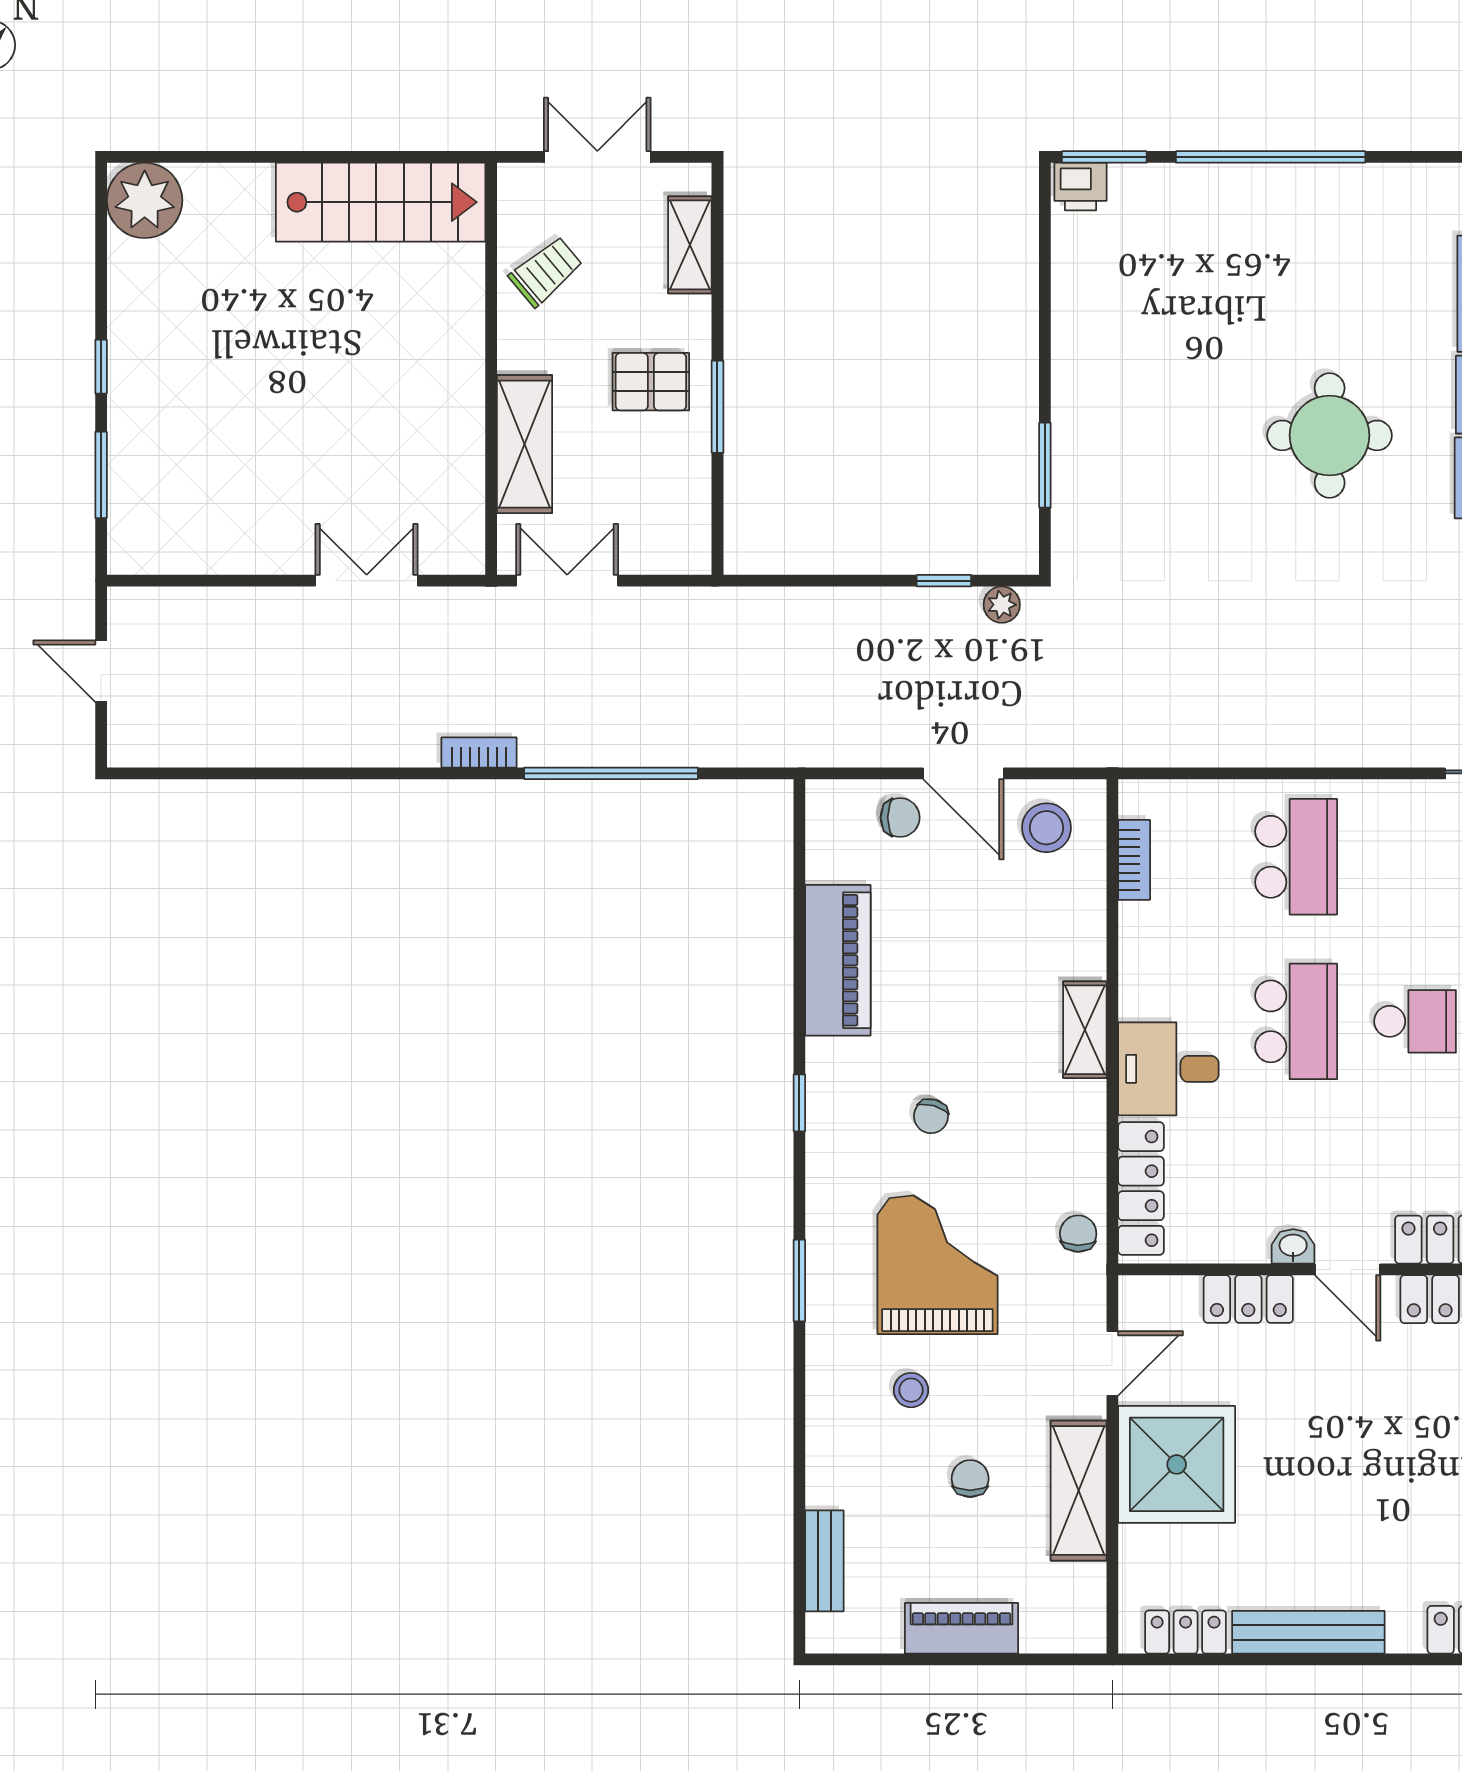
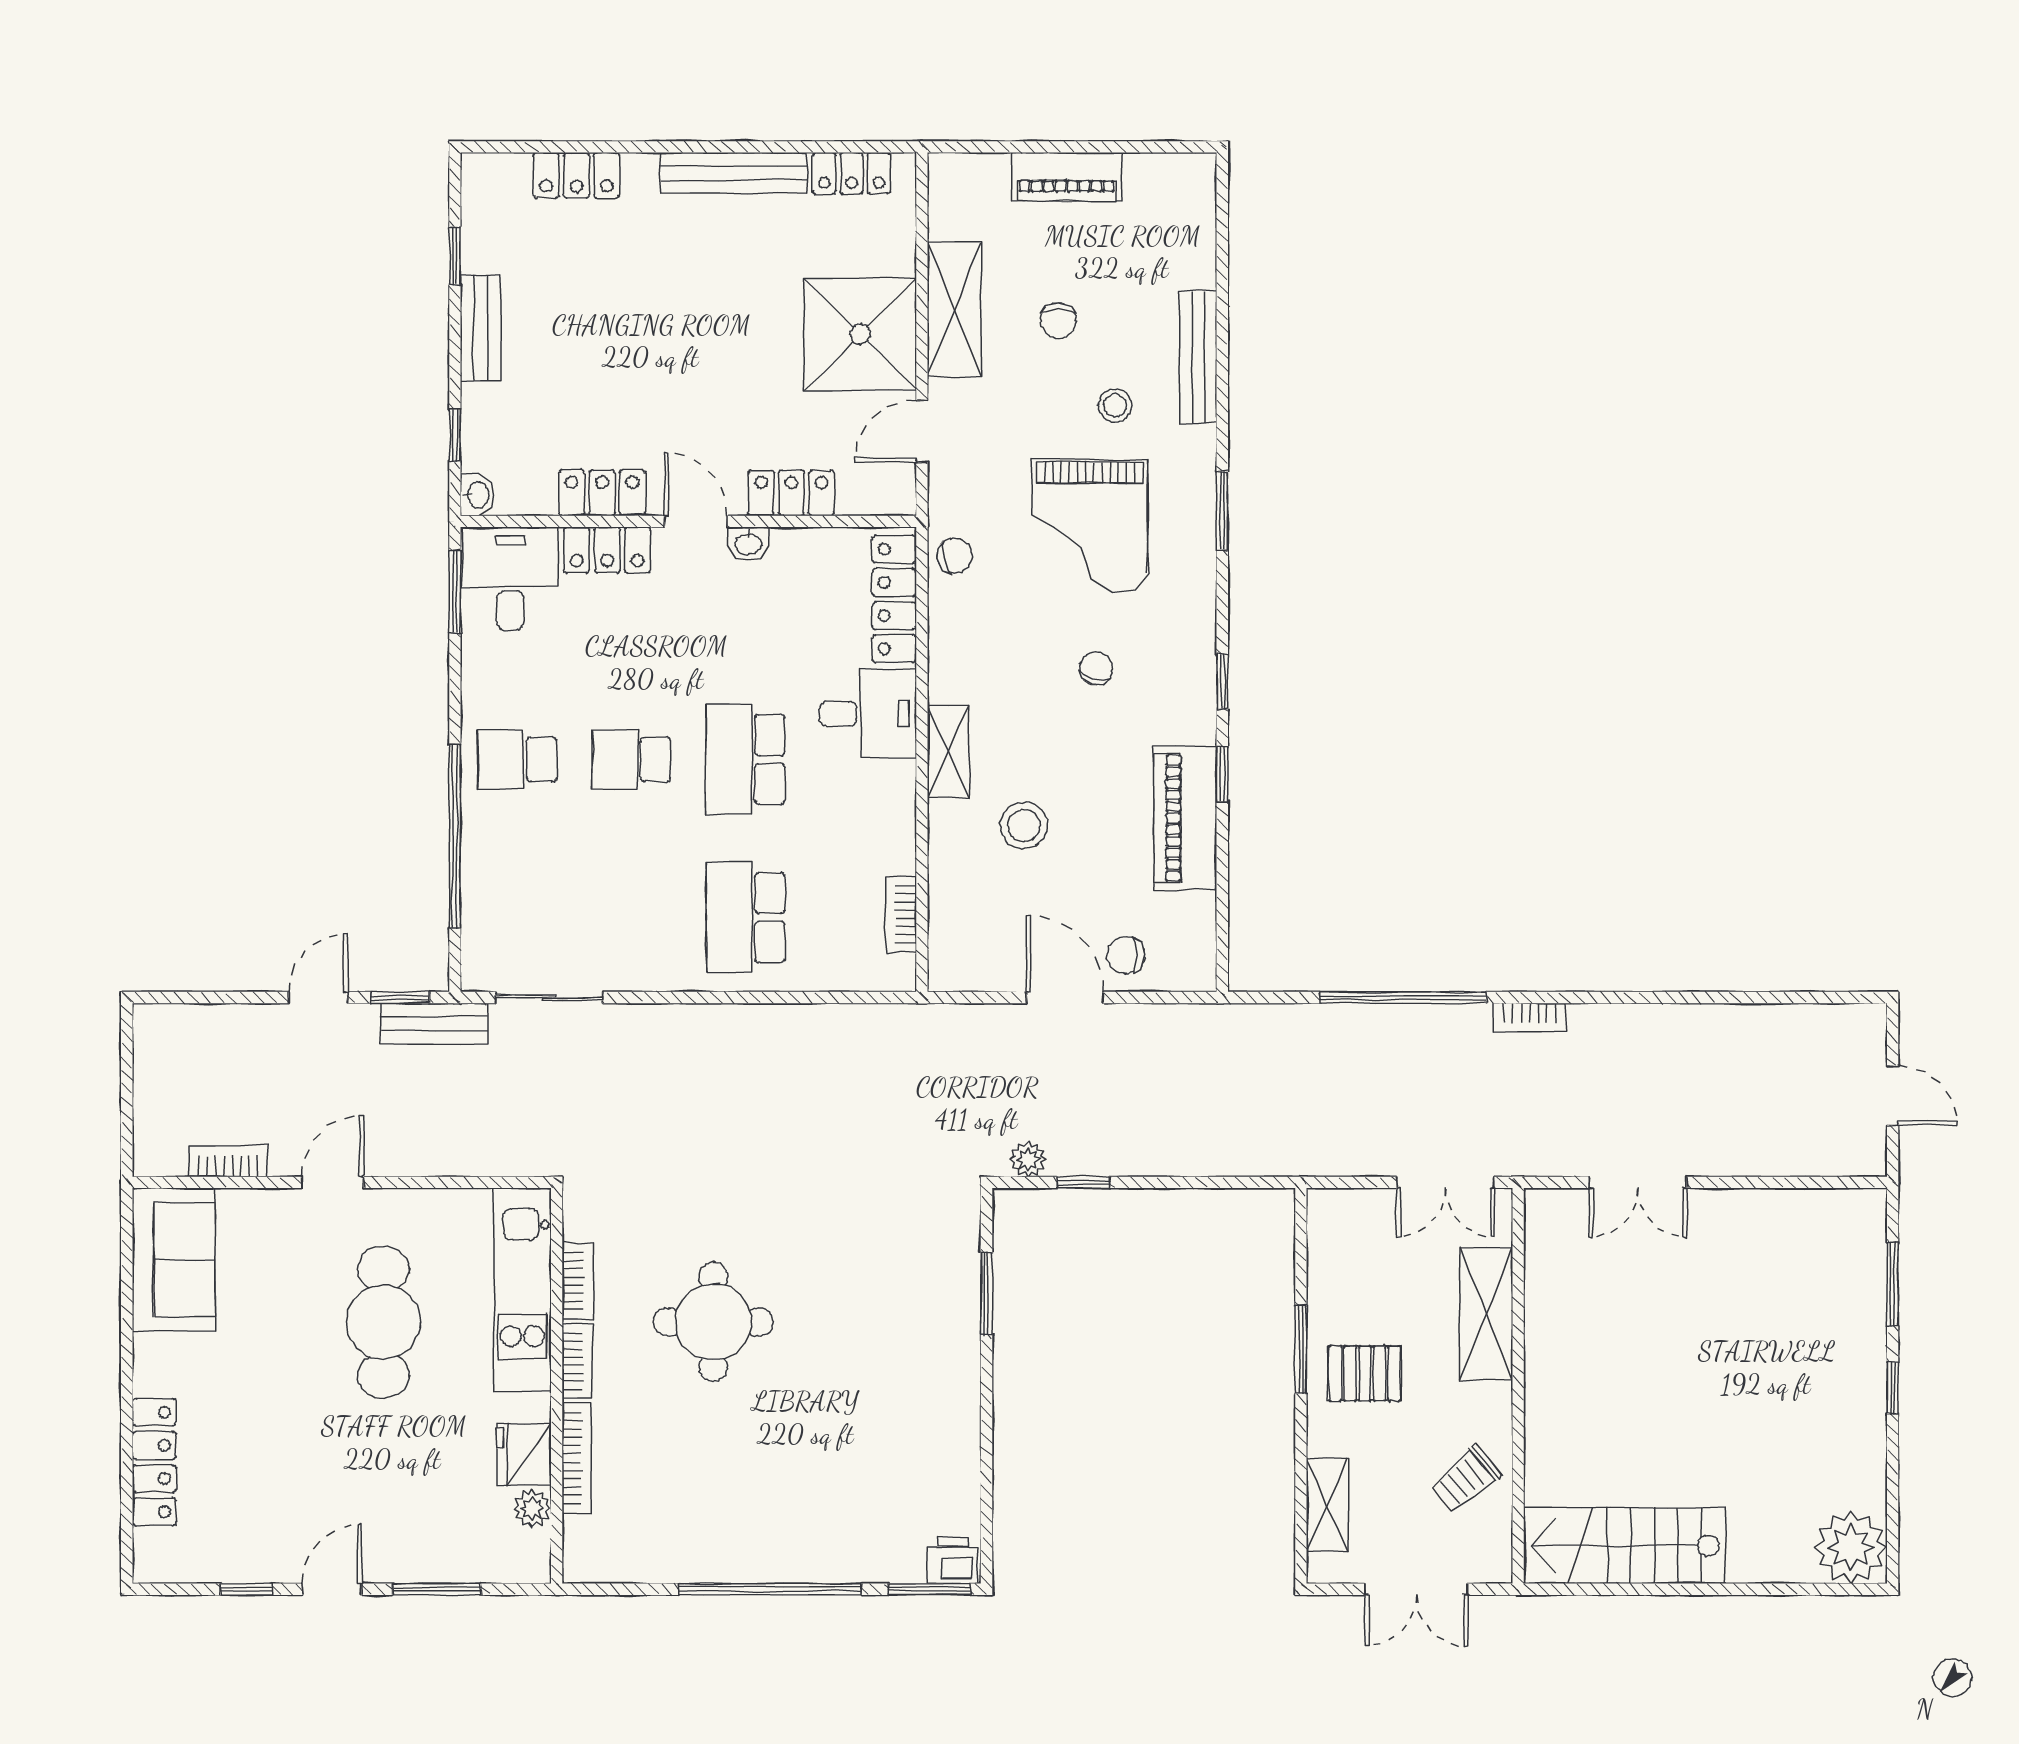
stool: (1046, 828) -> (1024, 826), moved
window: (799, 1006) -> (1222, 774), added
chair: (1078, 1234) -> (955, 556), turned -103
bench: (824, 1561) -> (1198, 357), moved, width x1.36

